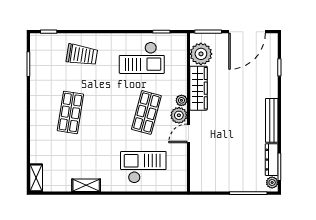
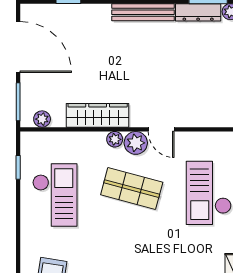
plant: (201, 54) -> (42, 119), width x0.53, depth x0.53

